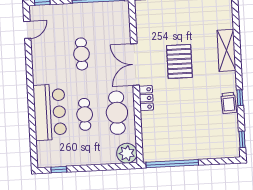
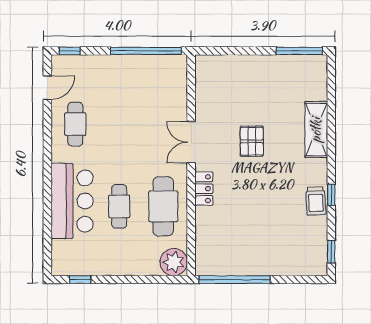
cafe table: (81, 54) -> (75, 124), moved
pallet: (179, 61) -> (252, 141), width x0.67, depth x0.71
double door: (135, 65) -> (191, 142), width x0.73

